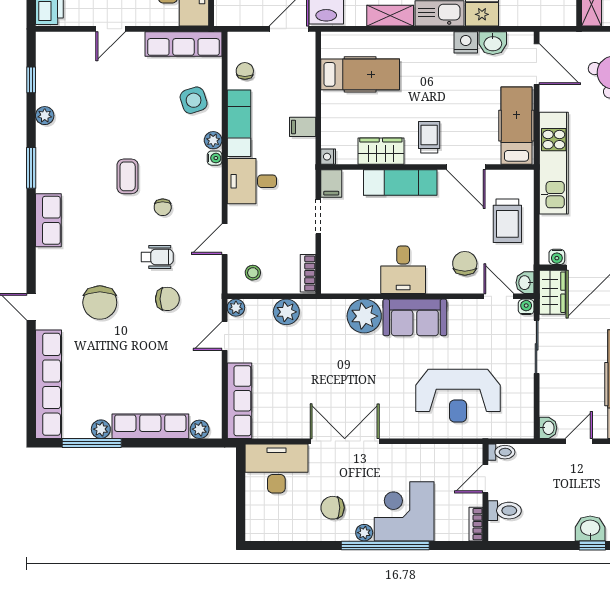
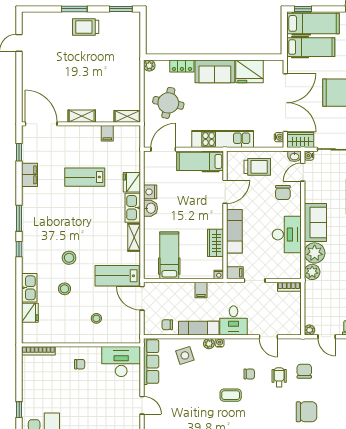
washbasin: (493, 43) -> (151, 208), moved
trolley: (429, 137) -> (207, 214), removed
chair: (465, 263) -> (283, 192), turned -90
desk: (403, 270) -> (287, 235), width x1.37
stool: (253, 273) -> (289, 320), removed
plant: (286, 312) -> (312, 272), moved

